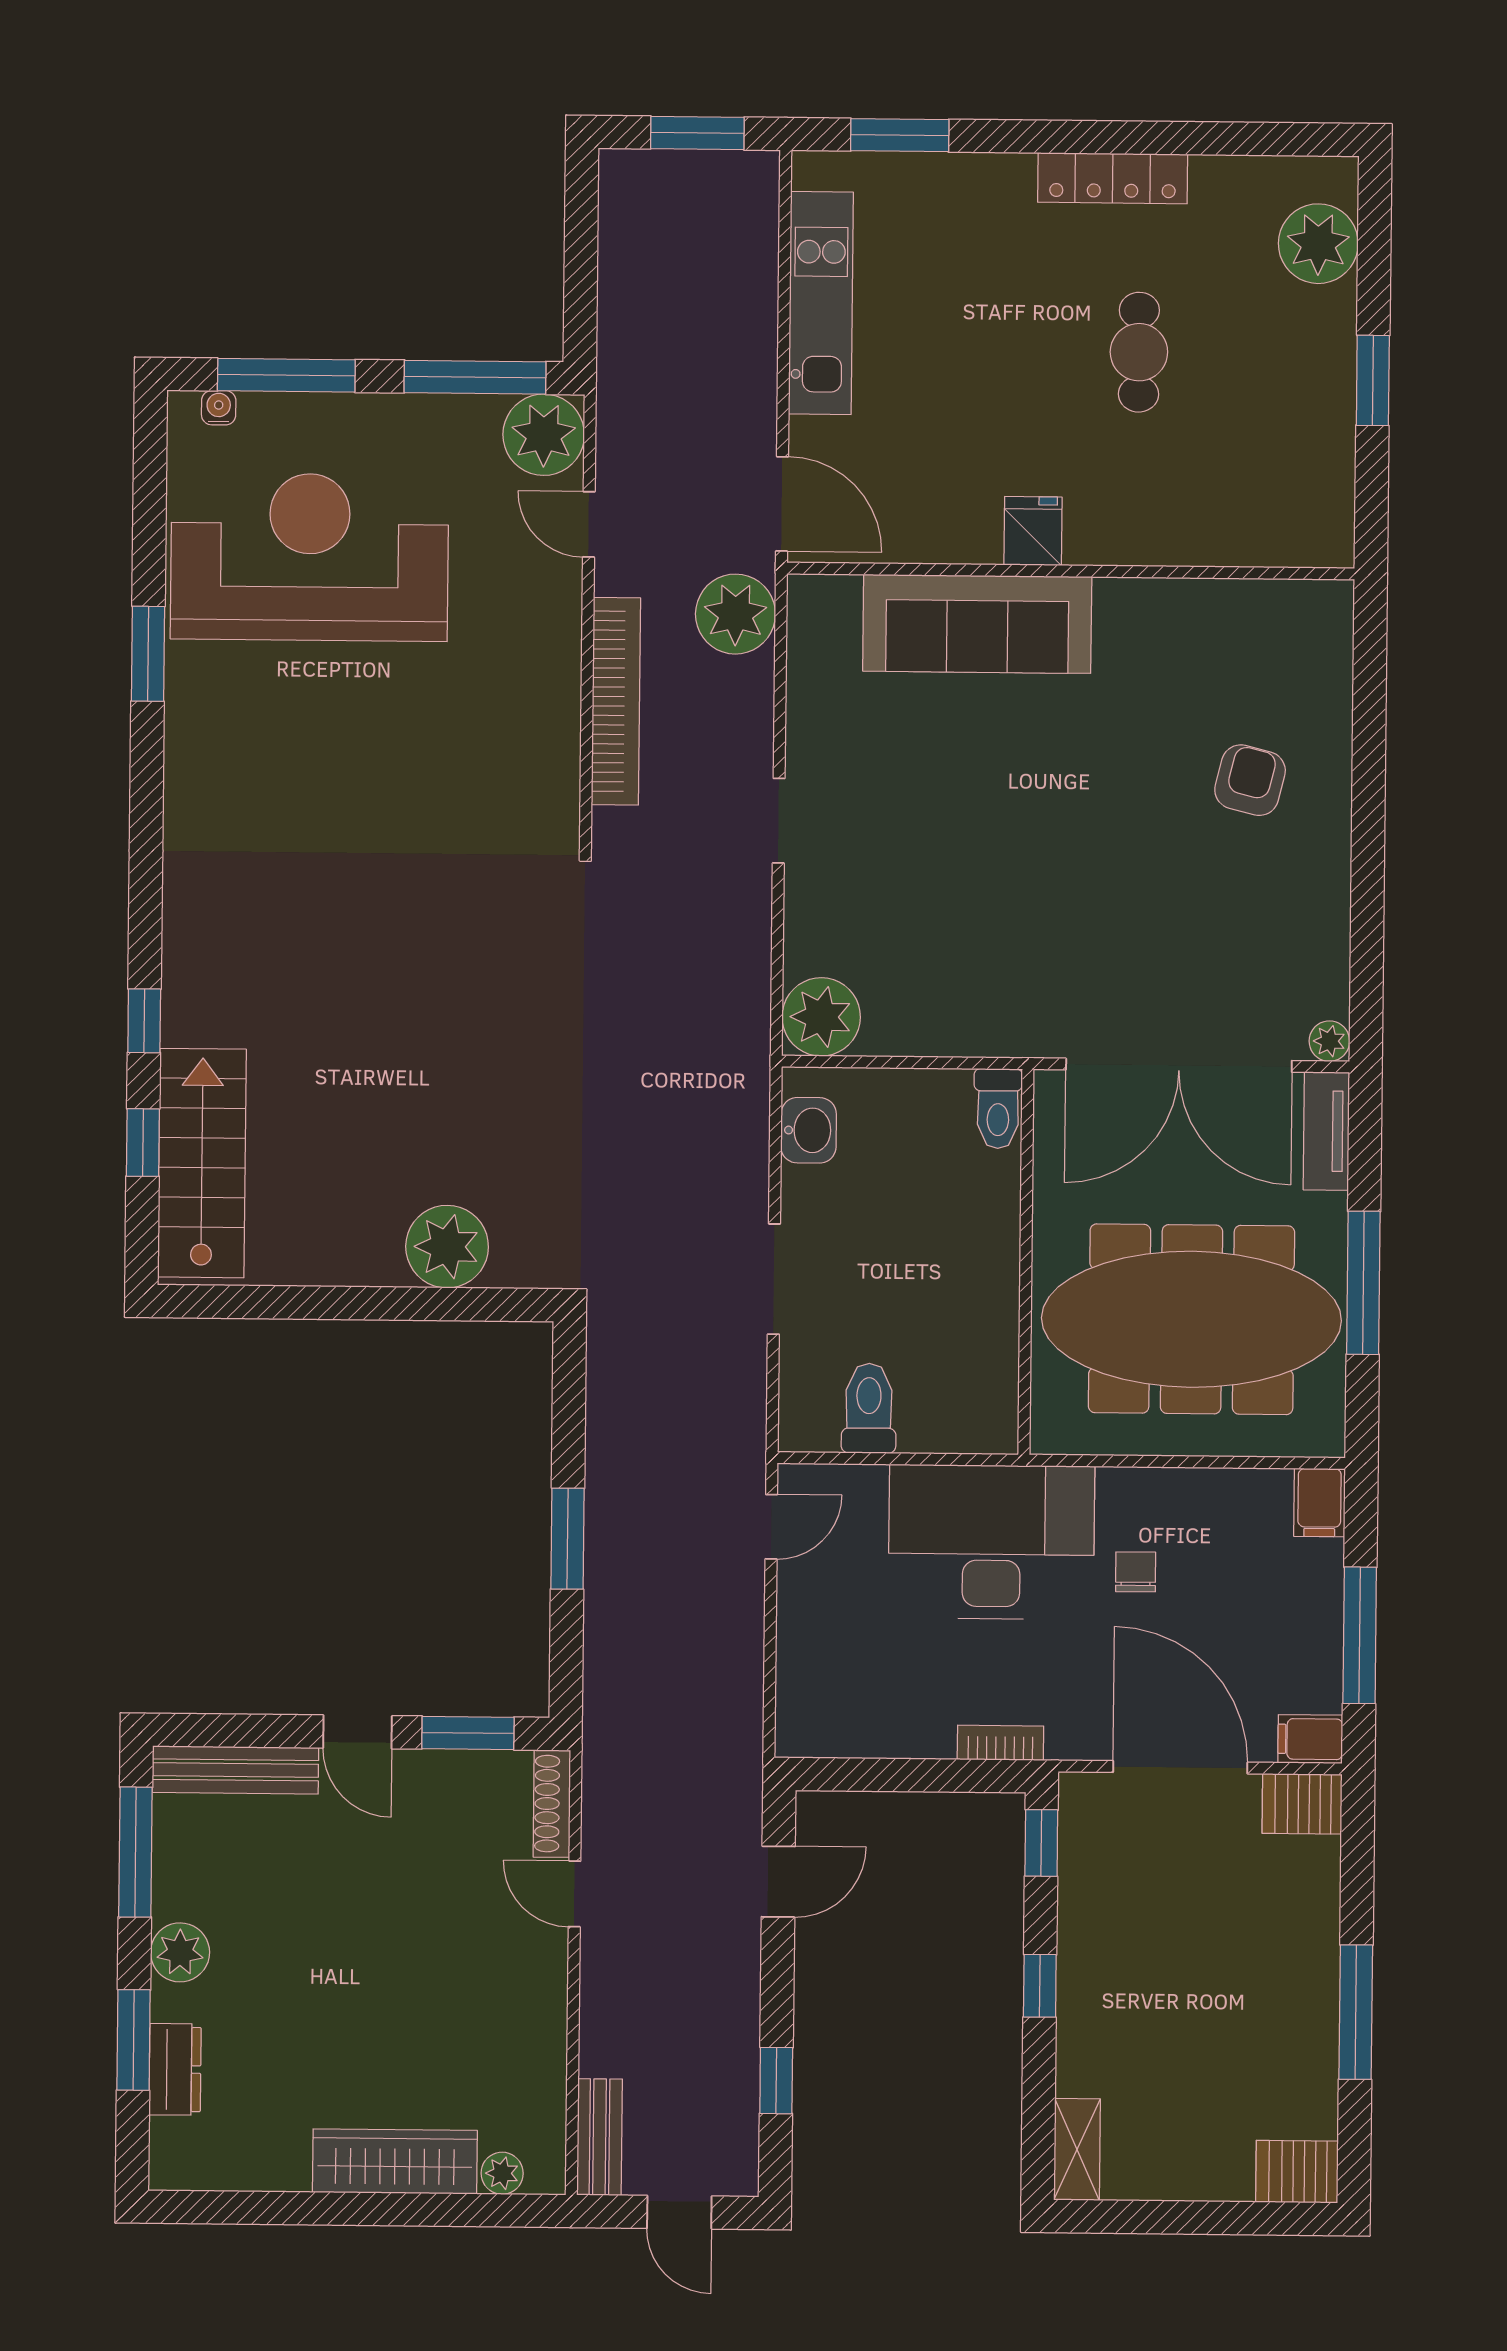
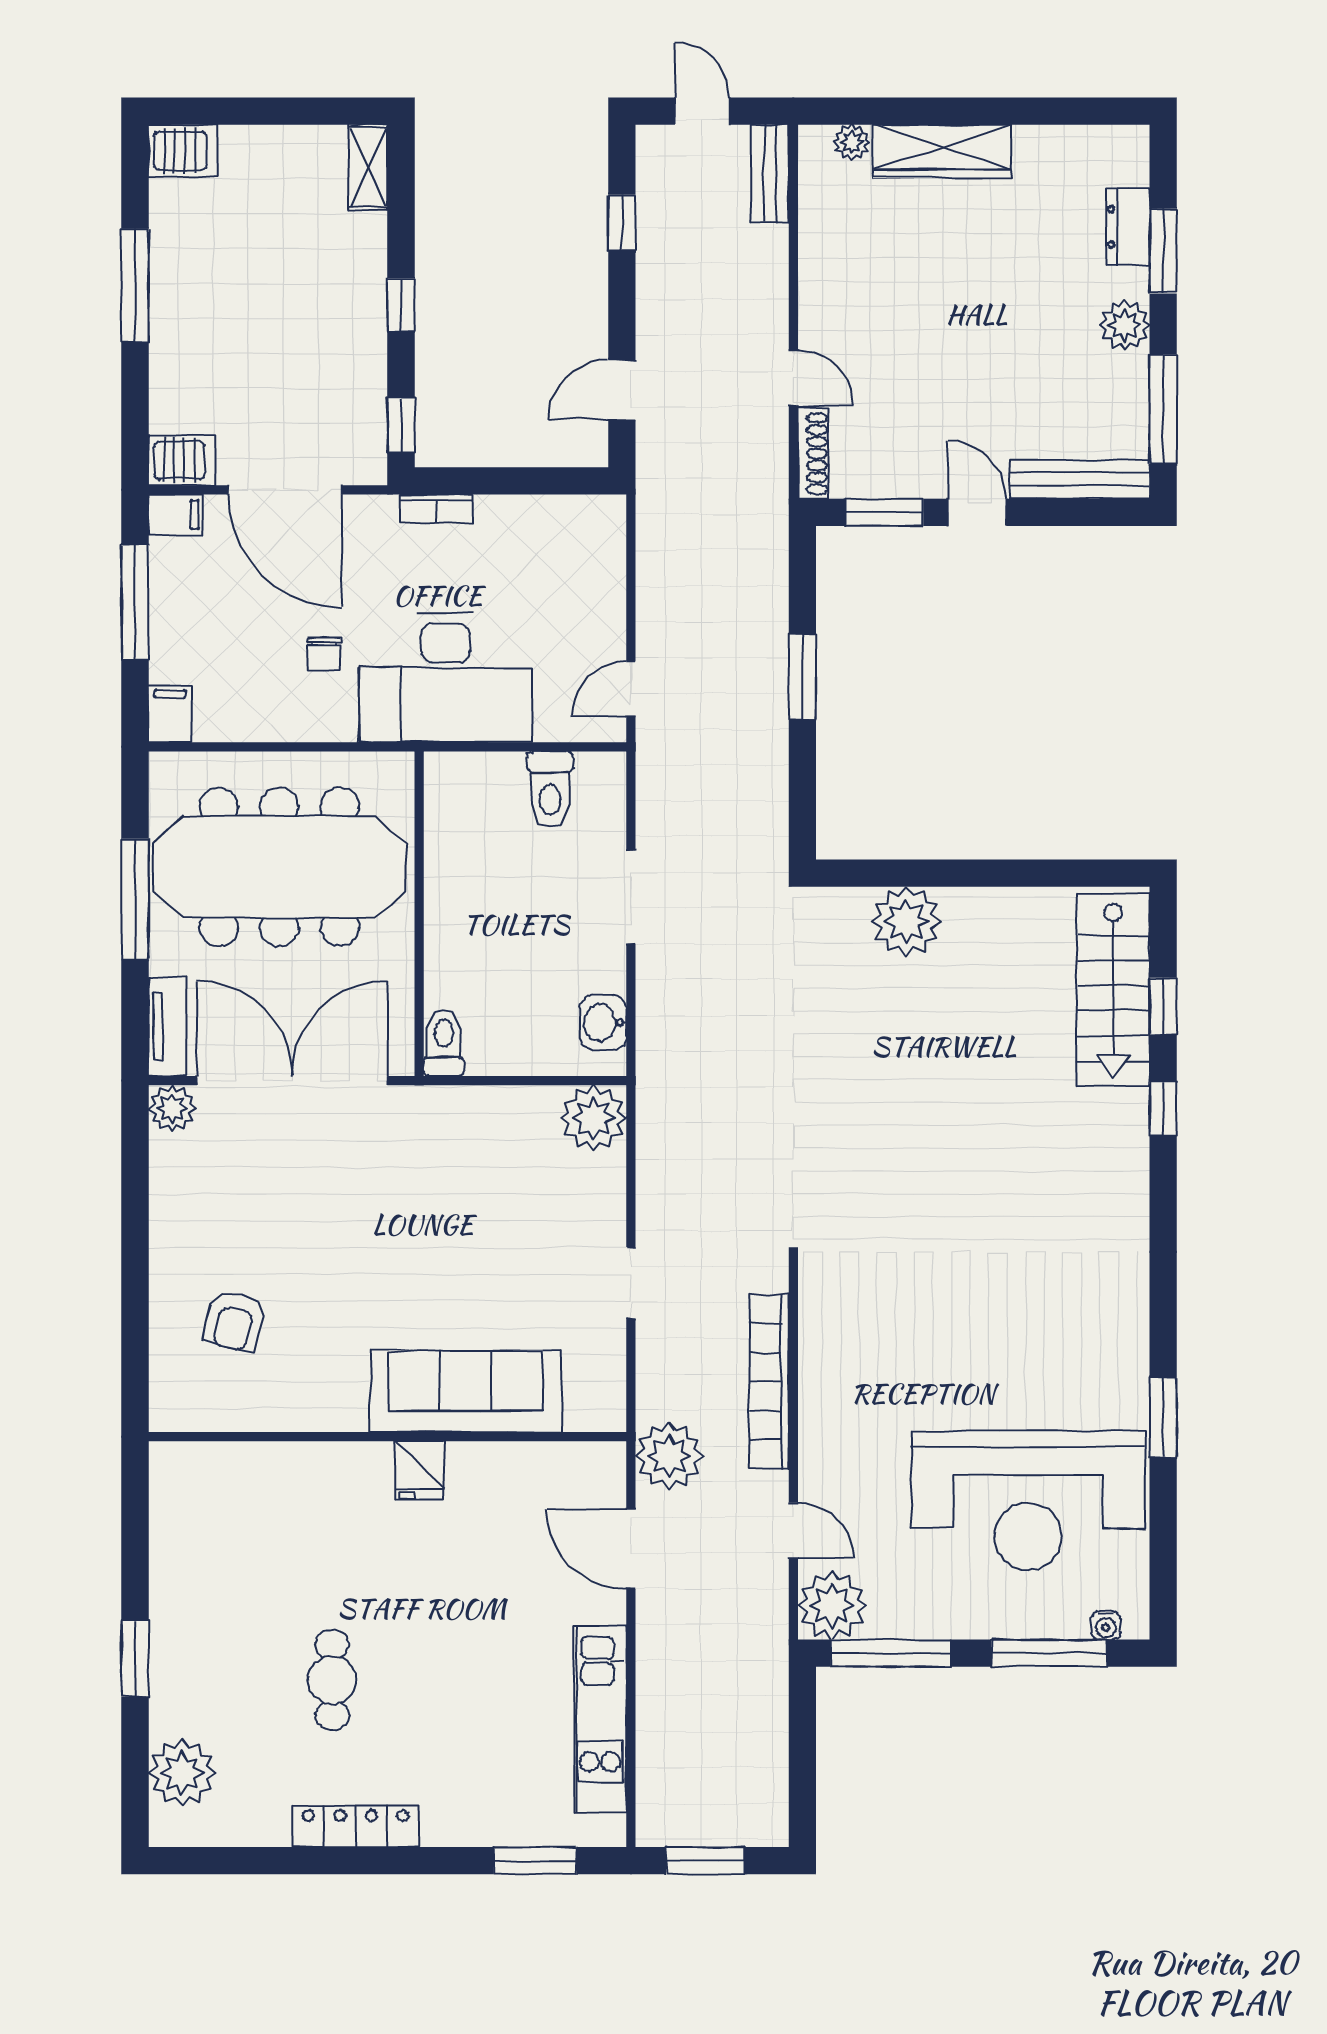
fridge: (1033, 531) -> (420, 1470), moved
wall: (1071, 571) -> (387, 1437), moved
sofa: (977, 624) -> (466, 1391), moved
plant: (1329, 1041) -> (172, 1108), width x1.38, depth x1.38

